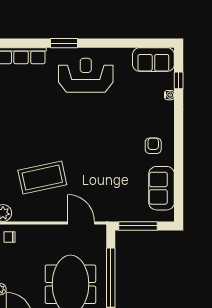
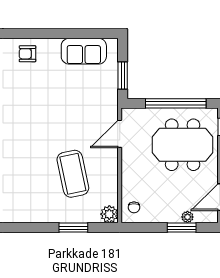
armchair: (153, 146) -> (27, 54), moved
window: (138, 226) -> (123, 75), width x0.69

